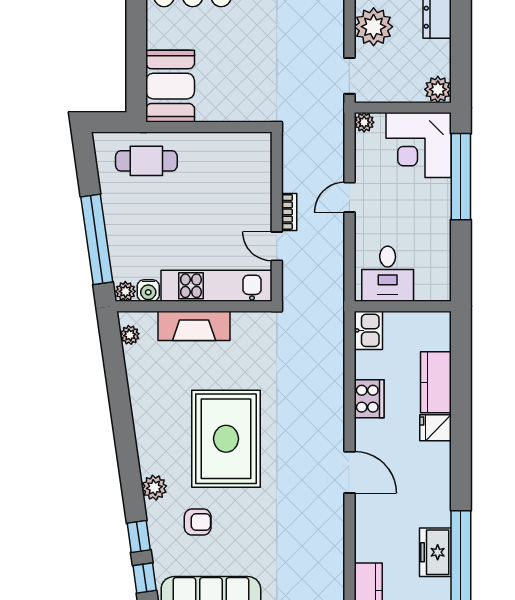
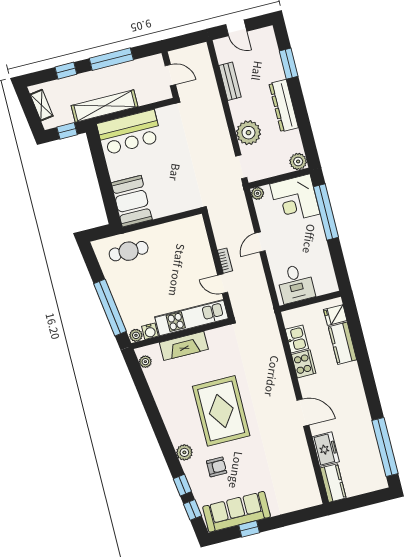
kitchen sink: (368, 330) -> (297, 339), moved
fridge: (436, 428) -> (335, 315), moved
freezer: (435, 552) -> (326, 449), moved, turned 180

